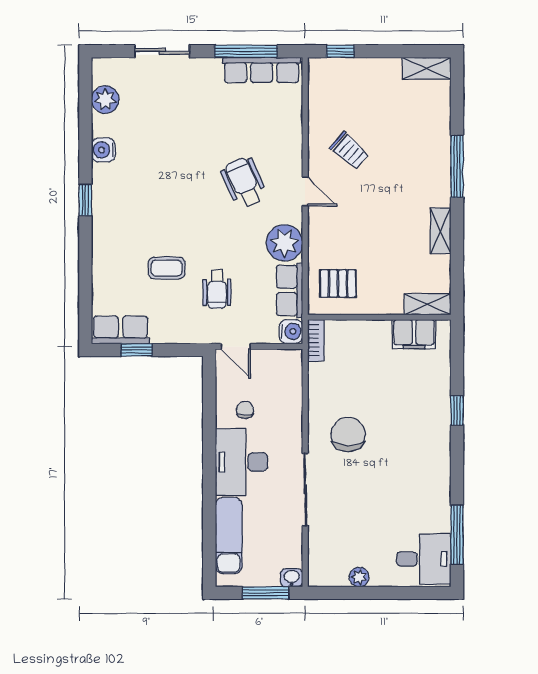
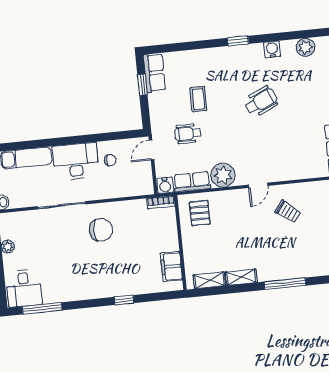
trolley: (349, 151) -> (288, 212), turned -94
wheelchair: (244, 183) -> (261, 101), moved
shelving: (427, 304) -> (209, 280), moved, turned 90

